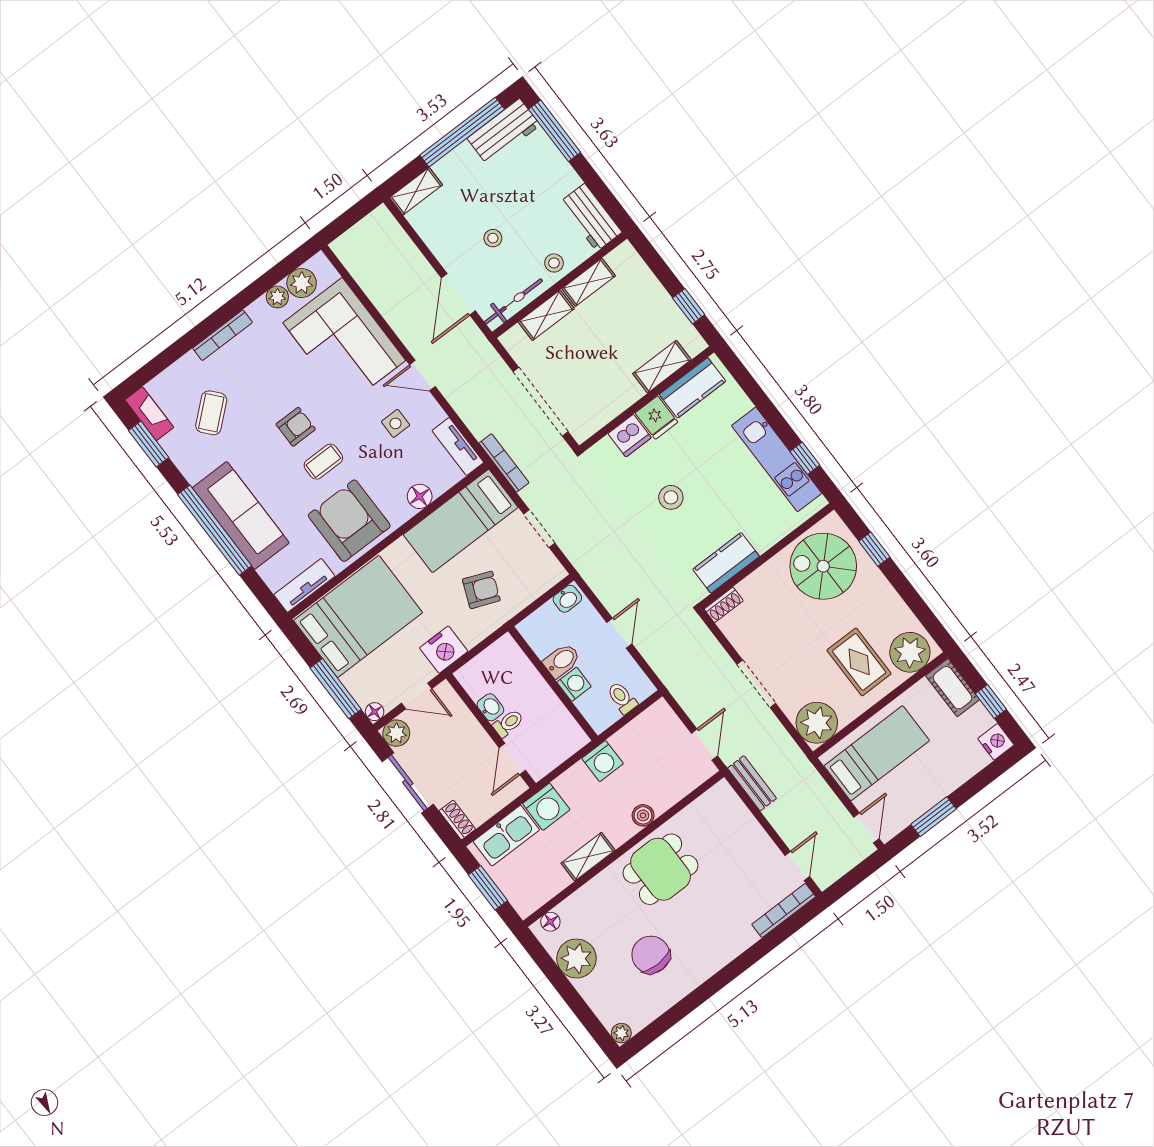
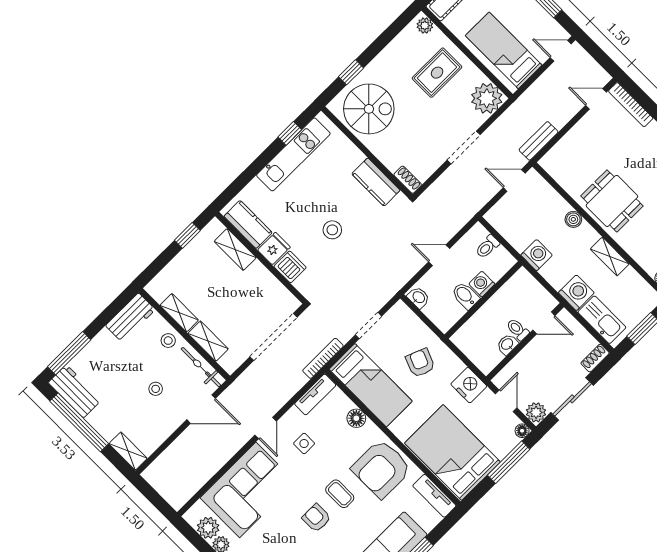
spiral stairs: (823, 566) -> (369, 109), turned -90
plant: (910, 652) -> (425, 26), width x0.53, depth x0.53

